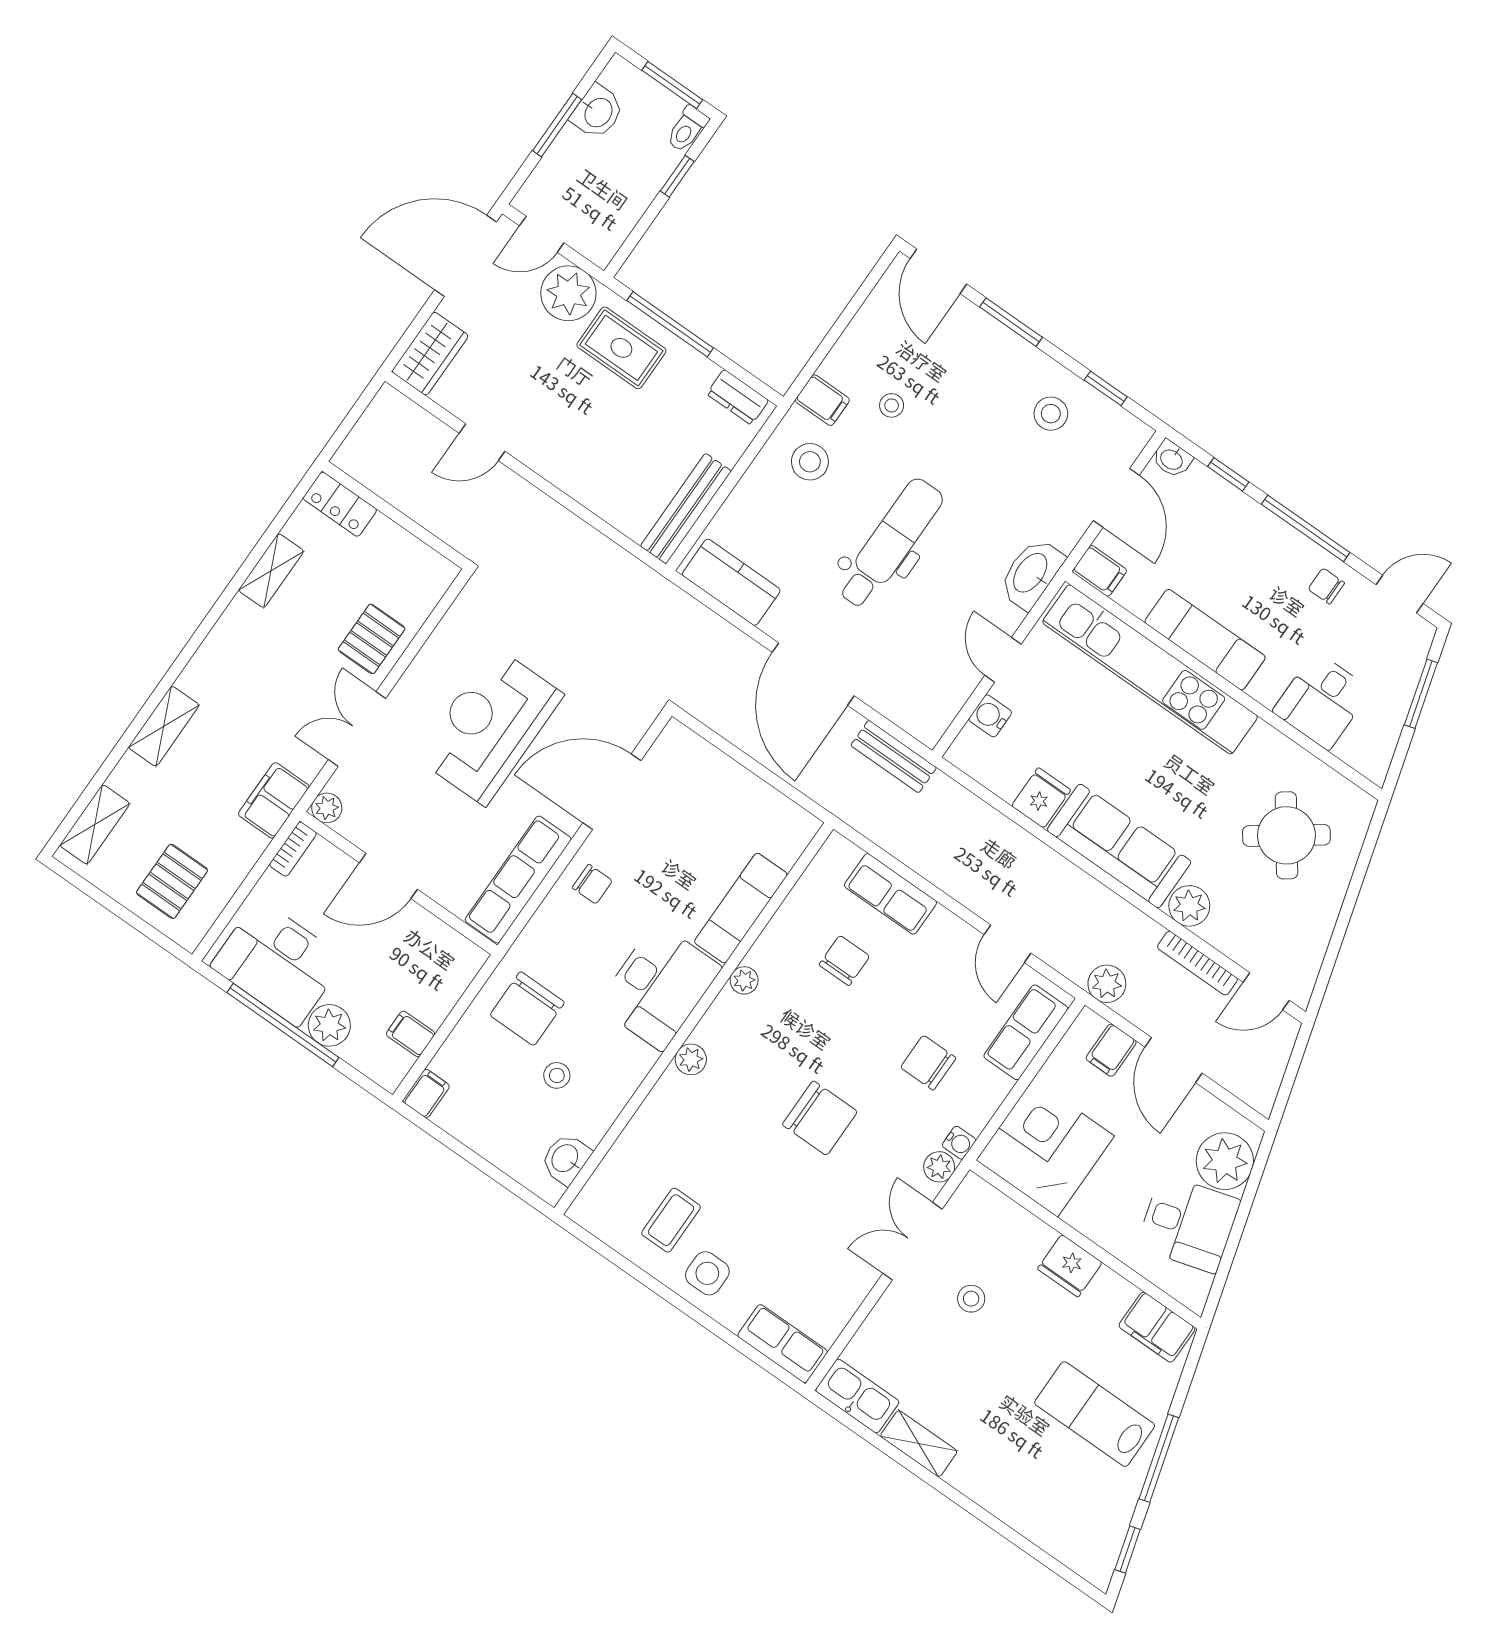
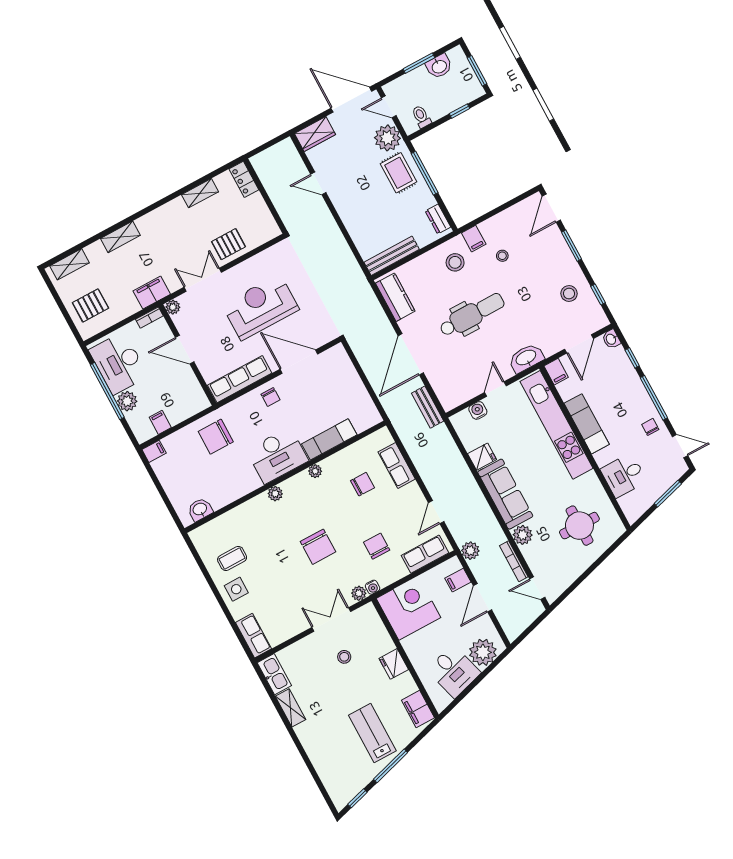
toilet: (687, 129) -> (421, 117), moved, turned 90
round table: (1286, 835) -> (579, 526), turned 36
stool: (557, 1075) -> (214, 472), removed

